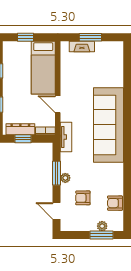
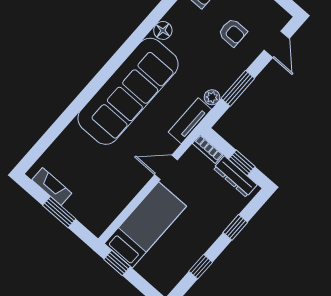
window: (26, 37) -> (117, 263), moved
fireplace: (82, 46) -> (52, 186), moved
door: (58, 104) -> (166, 167), swing flipped
floor lamp: (117, 169) -> (163, 30), added
plant: (65, 178) -> (212, 97), moved

